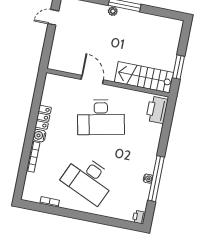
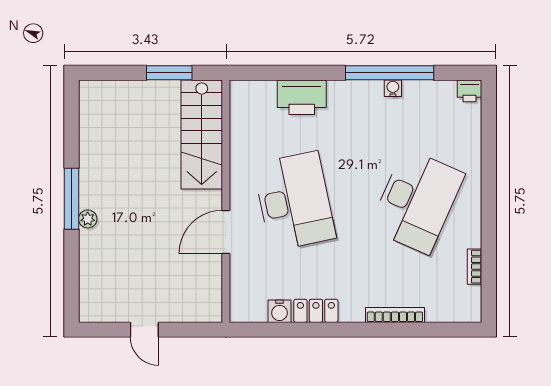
door: (53, 17) -> (144, 330), moved
printer: (157, 110) -> (302, 97), moved
water cooler: (39, 136) -> (279, 311), moved

